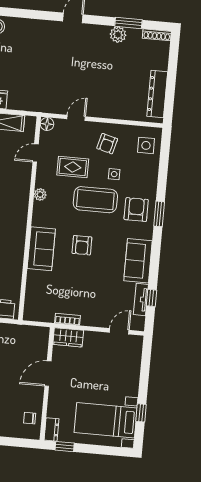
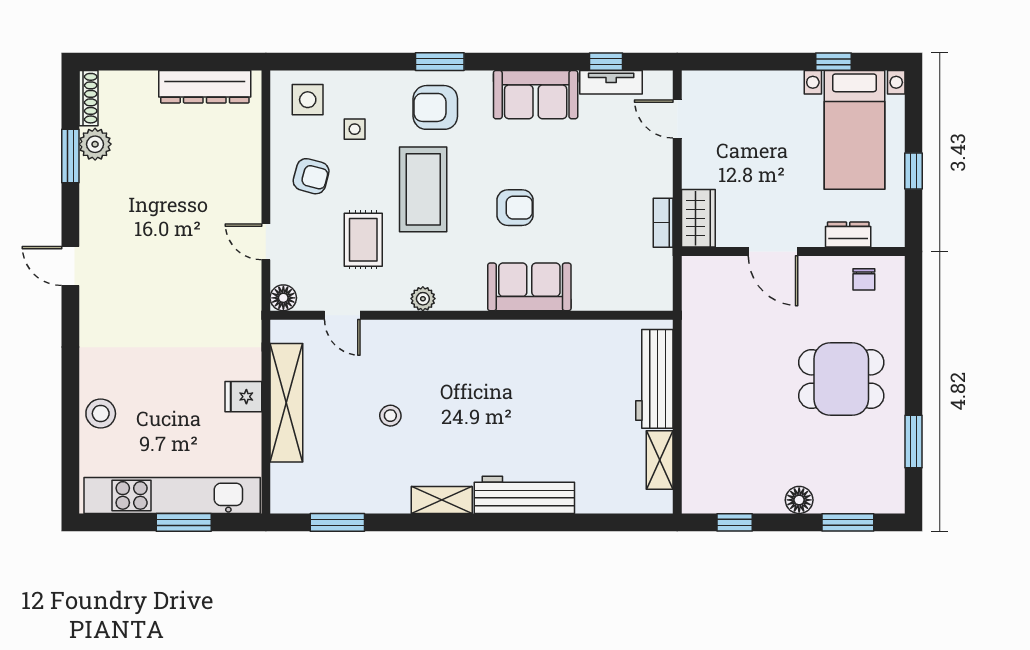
plant: (118, 35) -> (95, 144), moved
side table: (114, 174) -> (355, 129), moved
dresser: (51, 429) -> (848, 234), moved
window: (65, 447) -> (913, 171), moved

